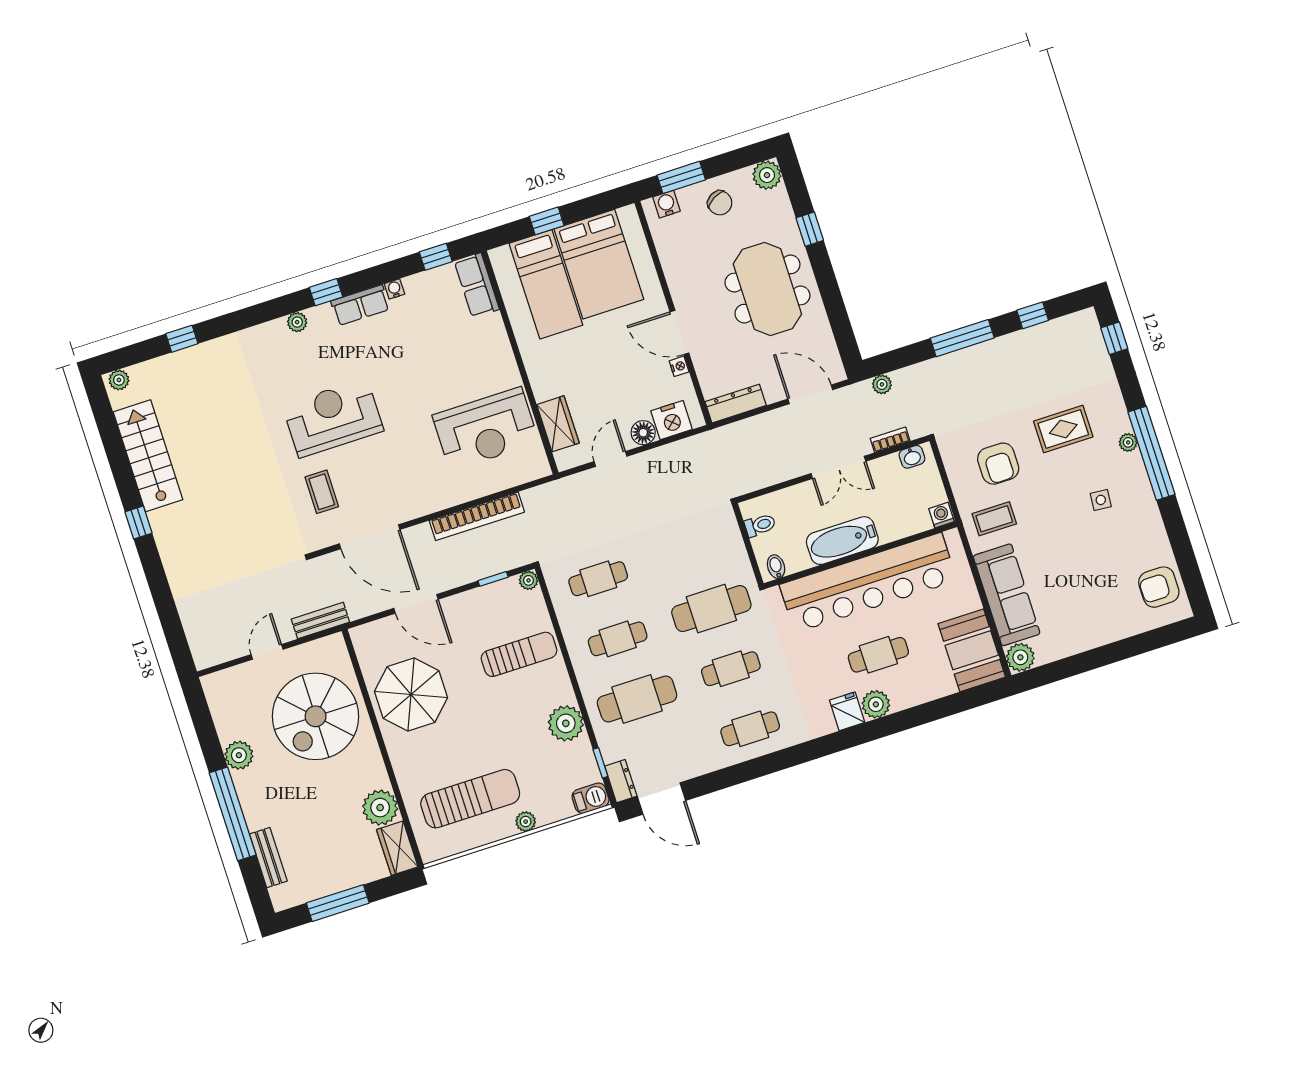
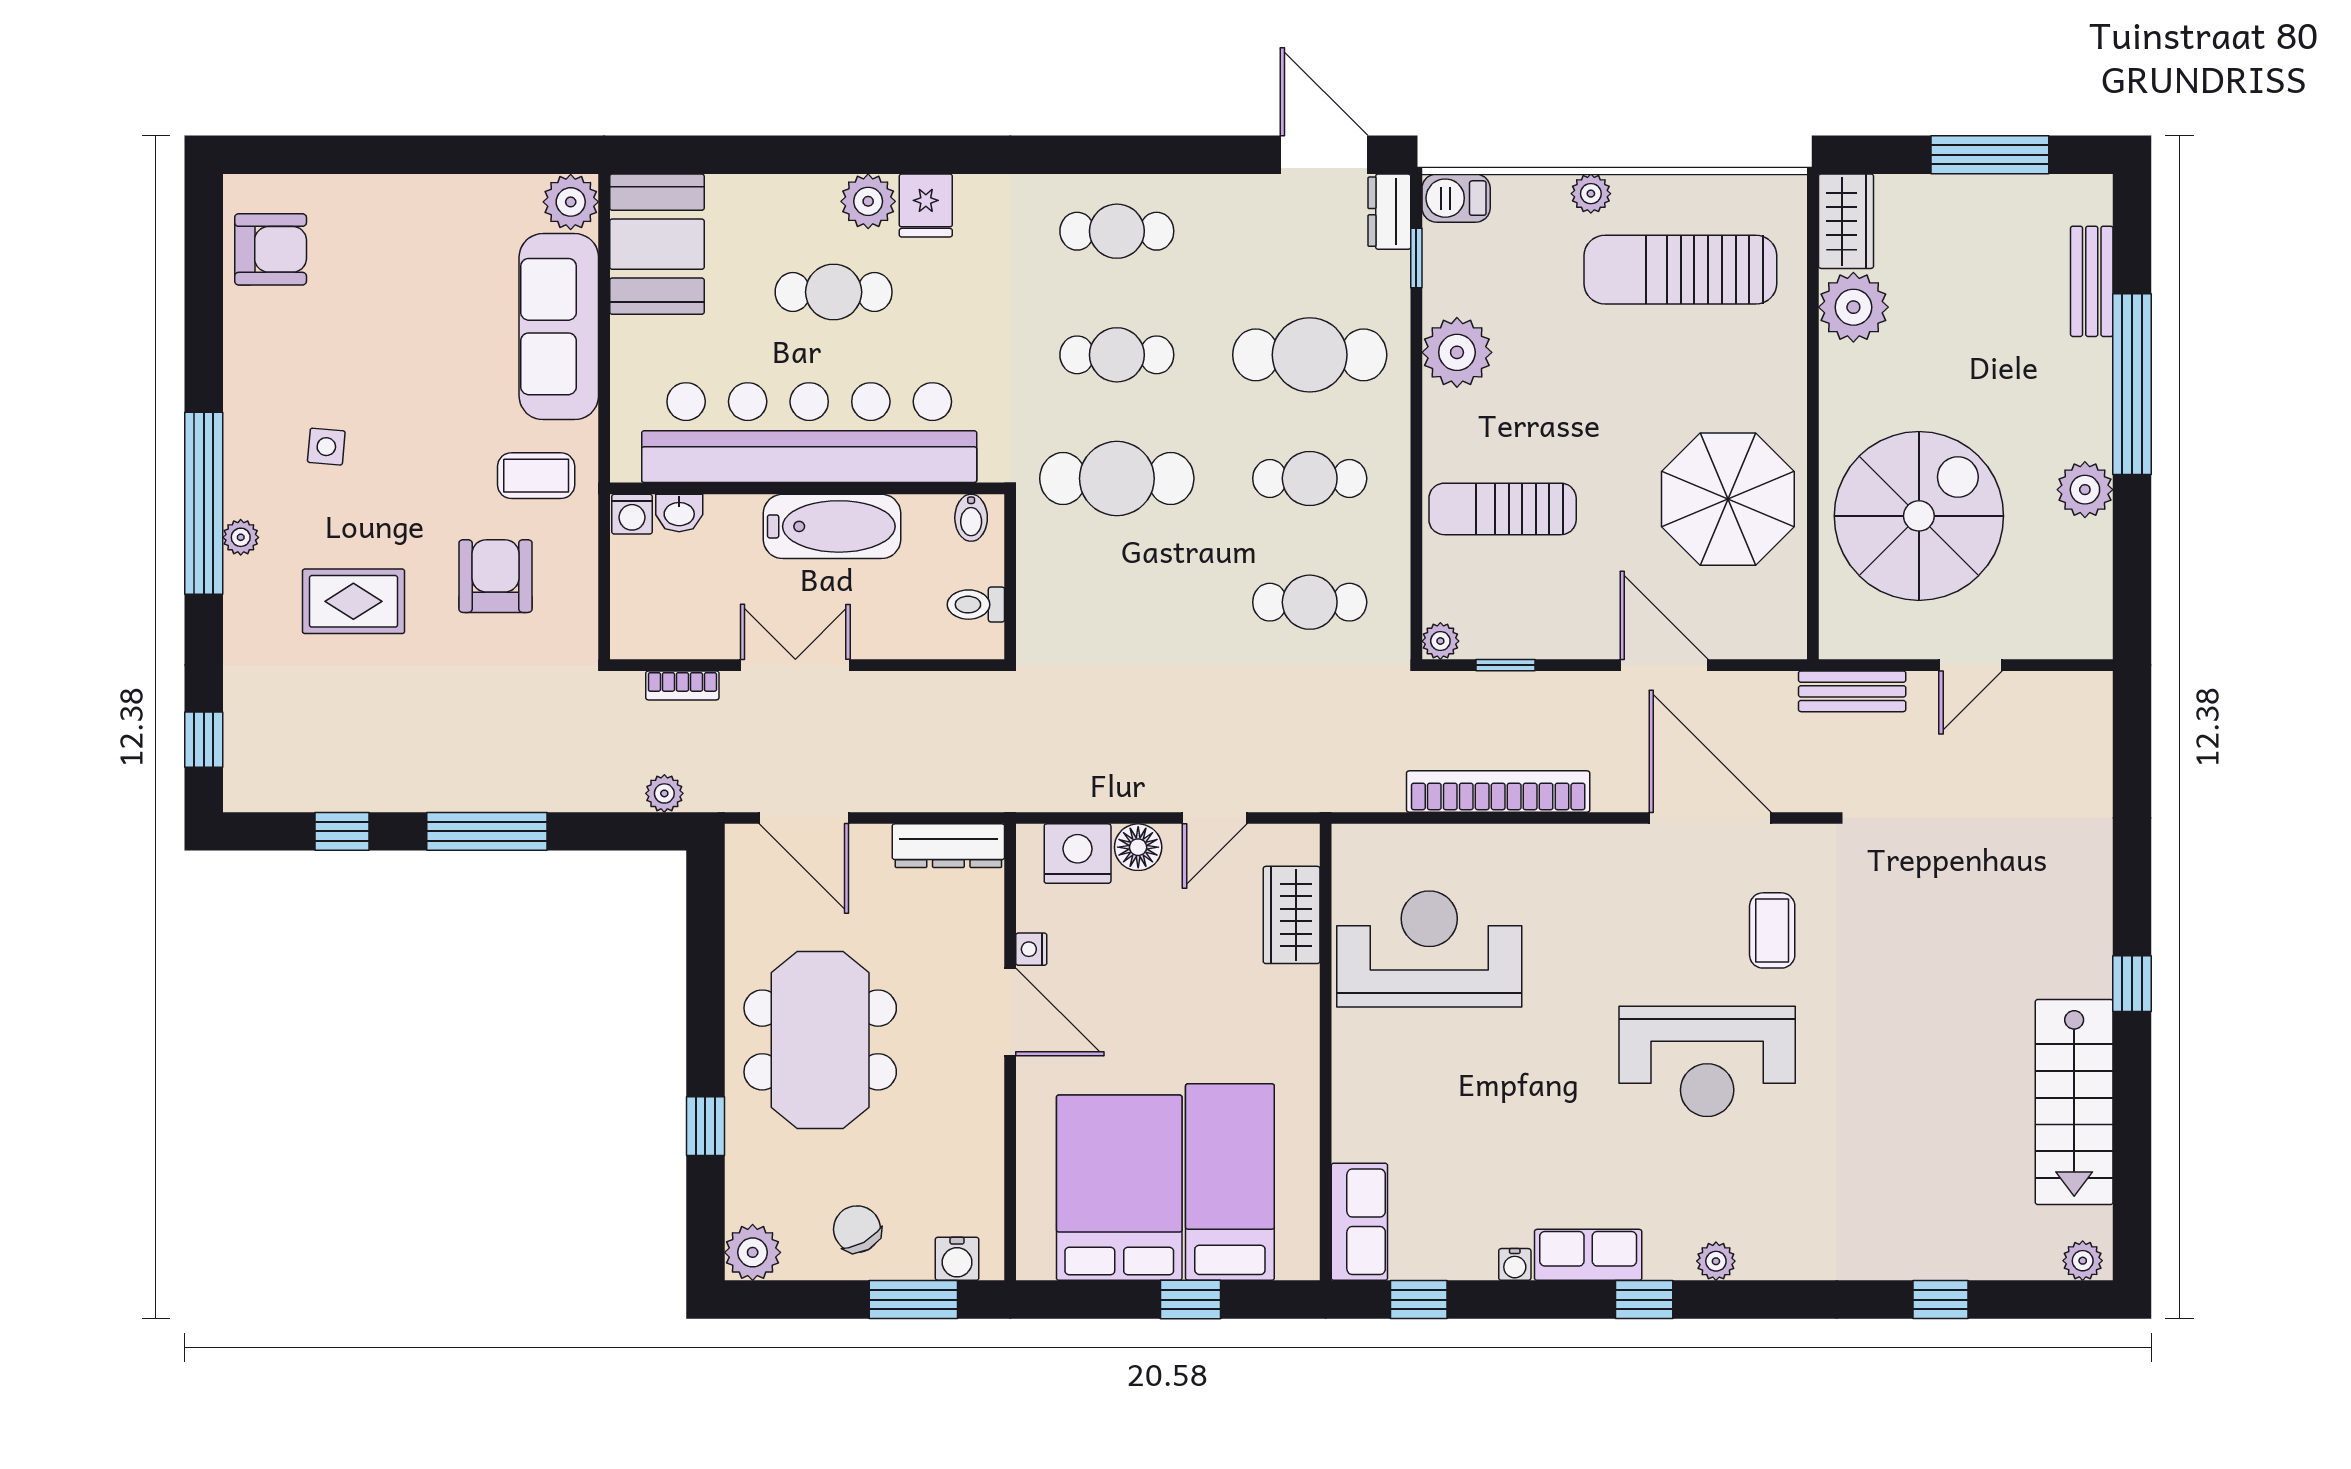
washbasin: (912, 457) -> (679, 513), moved, turned 180

